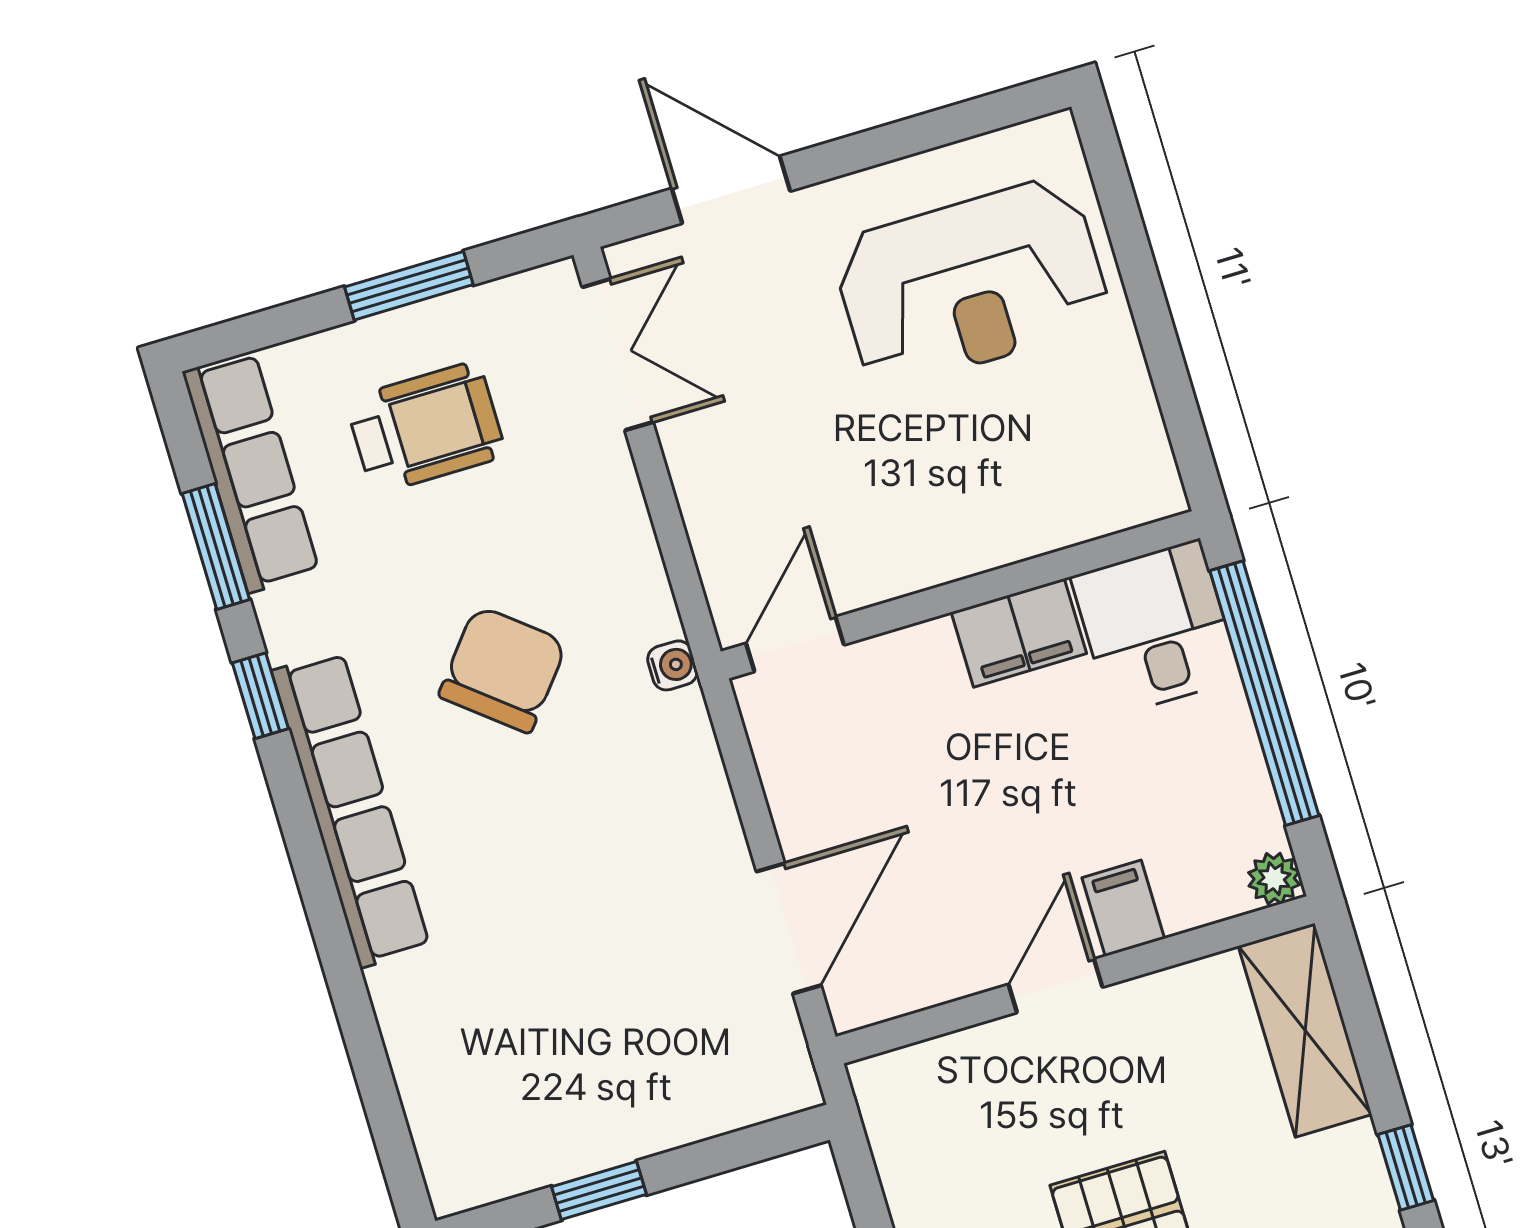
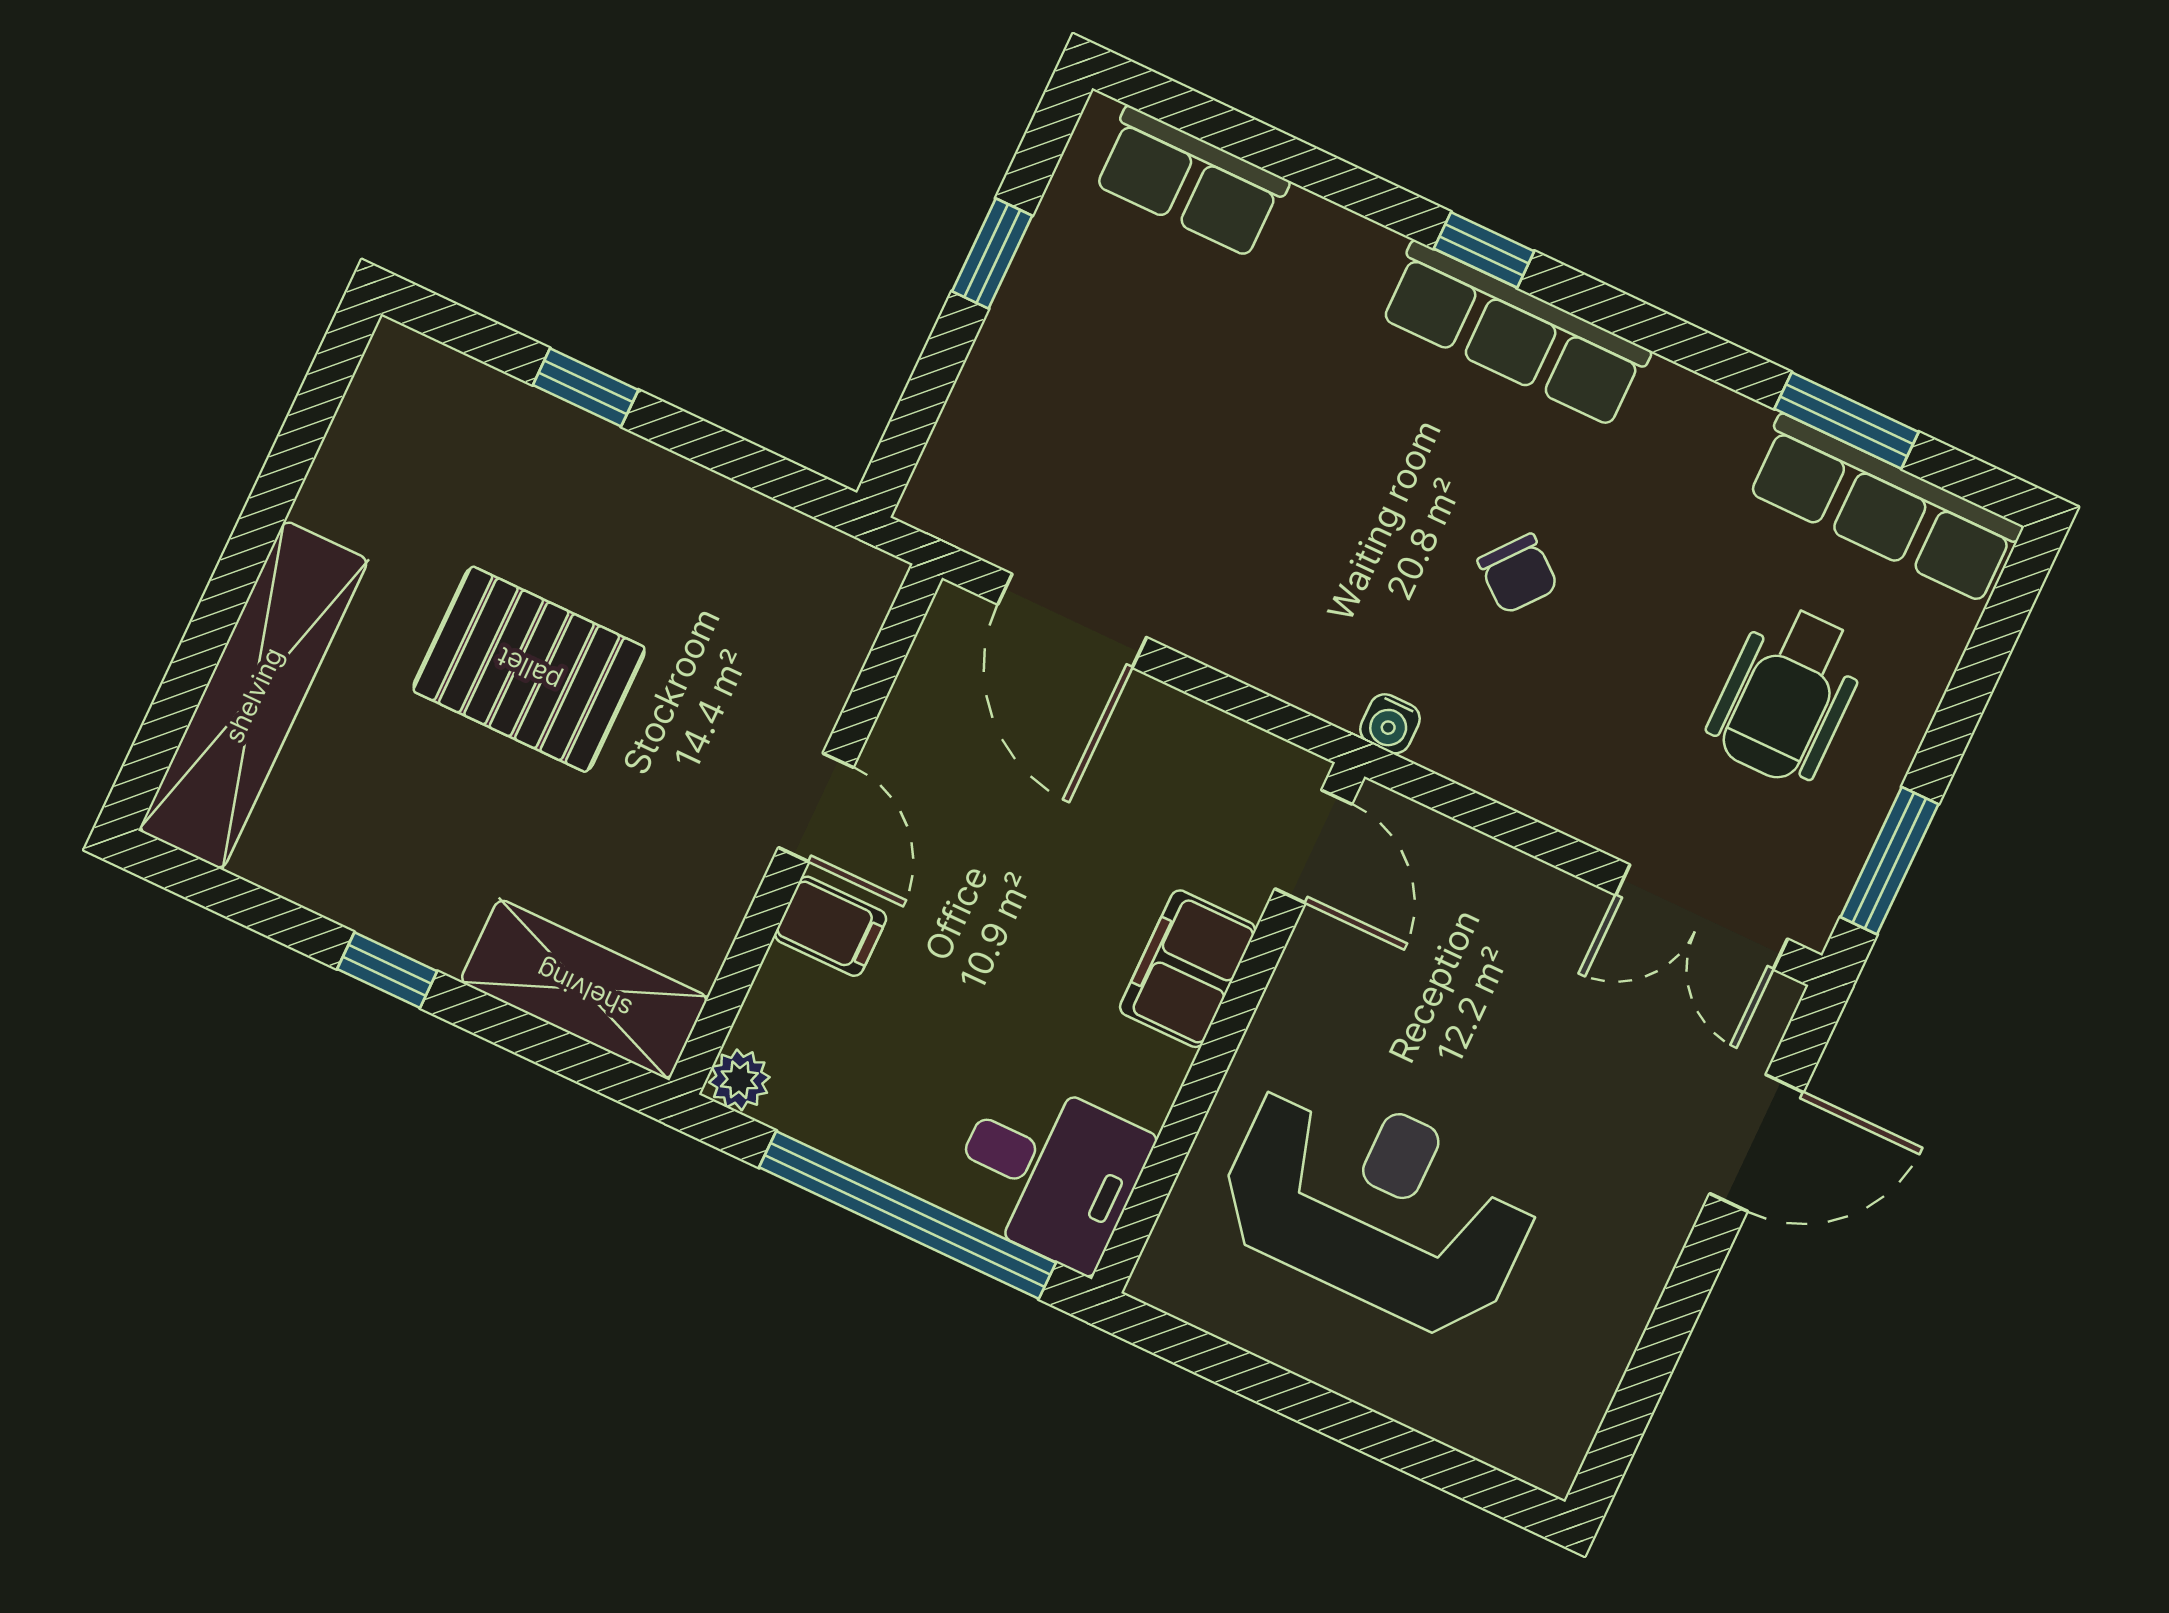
reception desk: (971, 283) -> (1378, 1205), moved, turned 90
window: (409, 286) -> (1889, 861), moved
filing cabinet: (1019, 633) -> (1188, 969), moved
chair: (503, 669) -> (1518, 574), width x0.54, depth x0.54
window: (260, 696) -> (1484, 250), moved
row of seats: (351, 809) -> (1515, 334), width x0.73
row of seats: (439, 1104) -> (1190, 182), added

